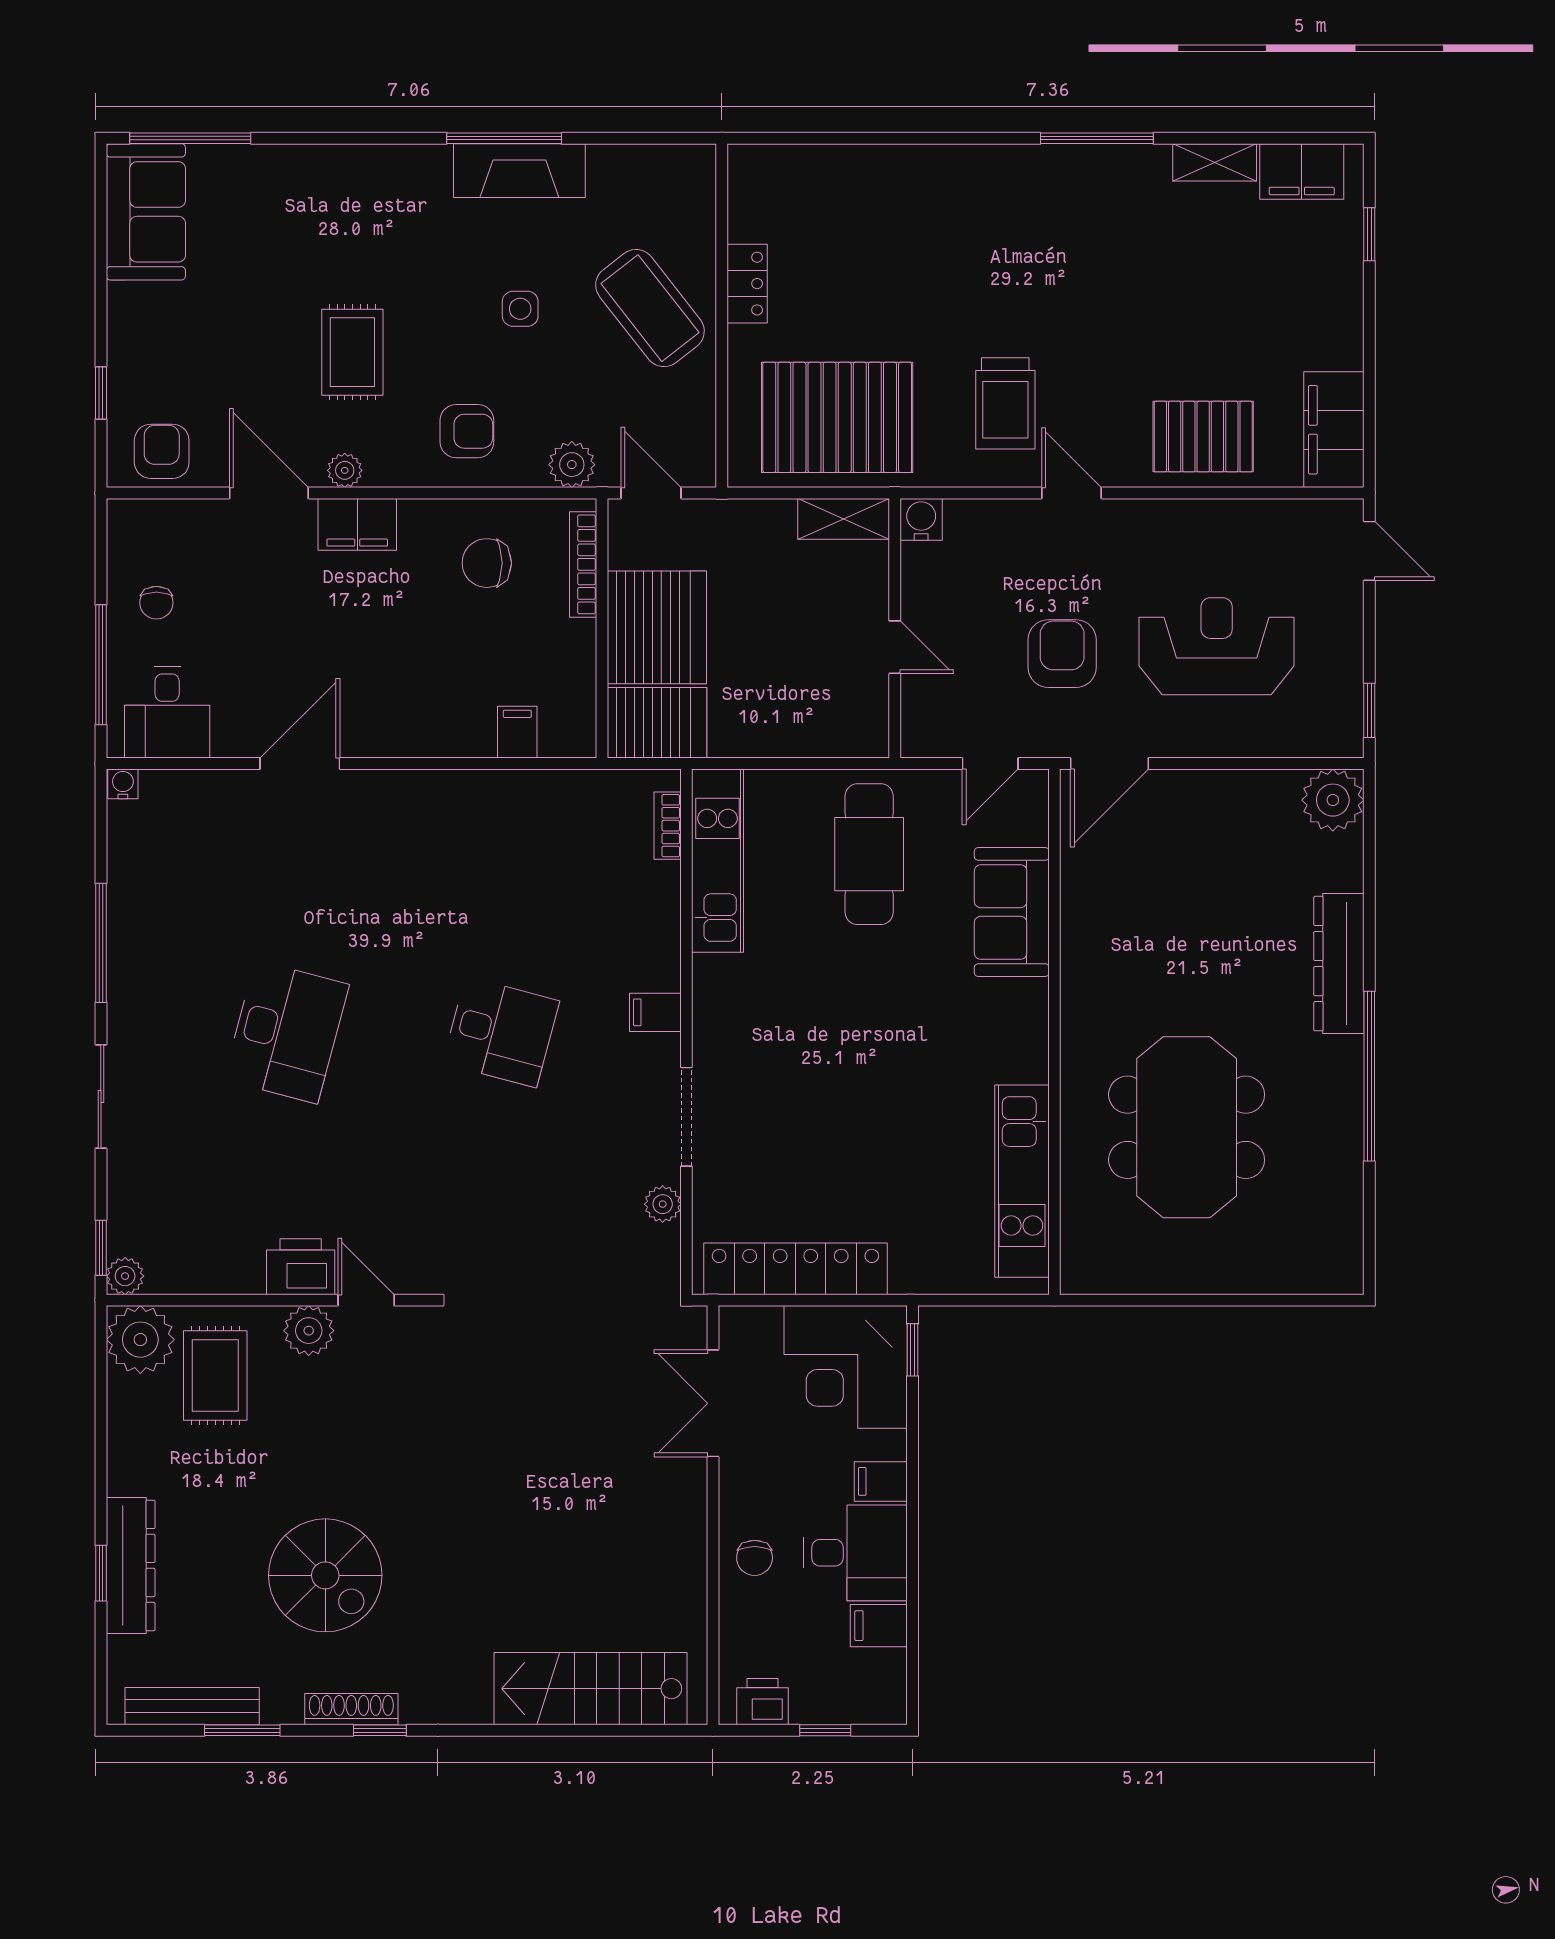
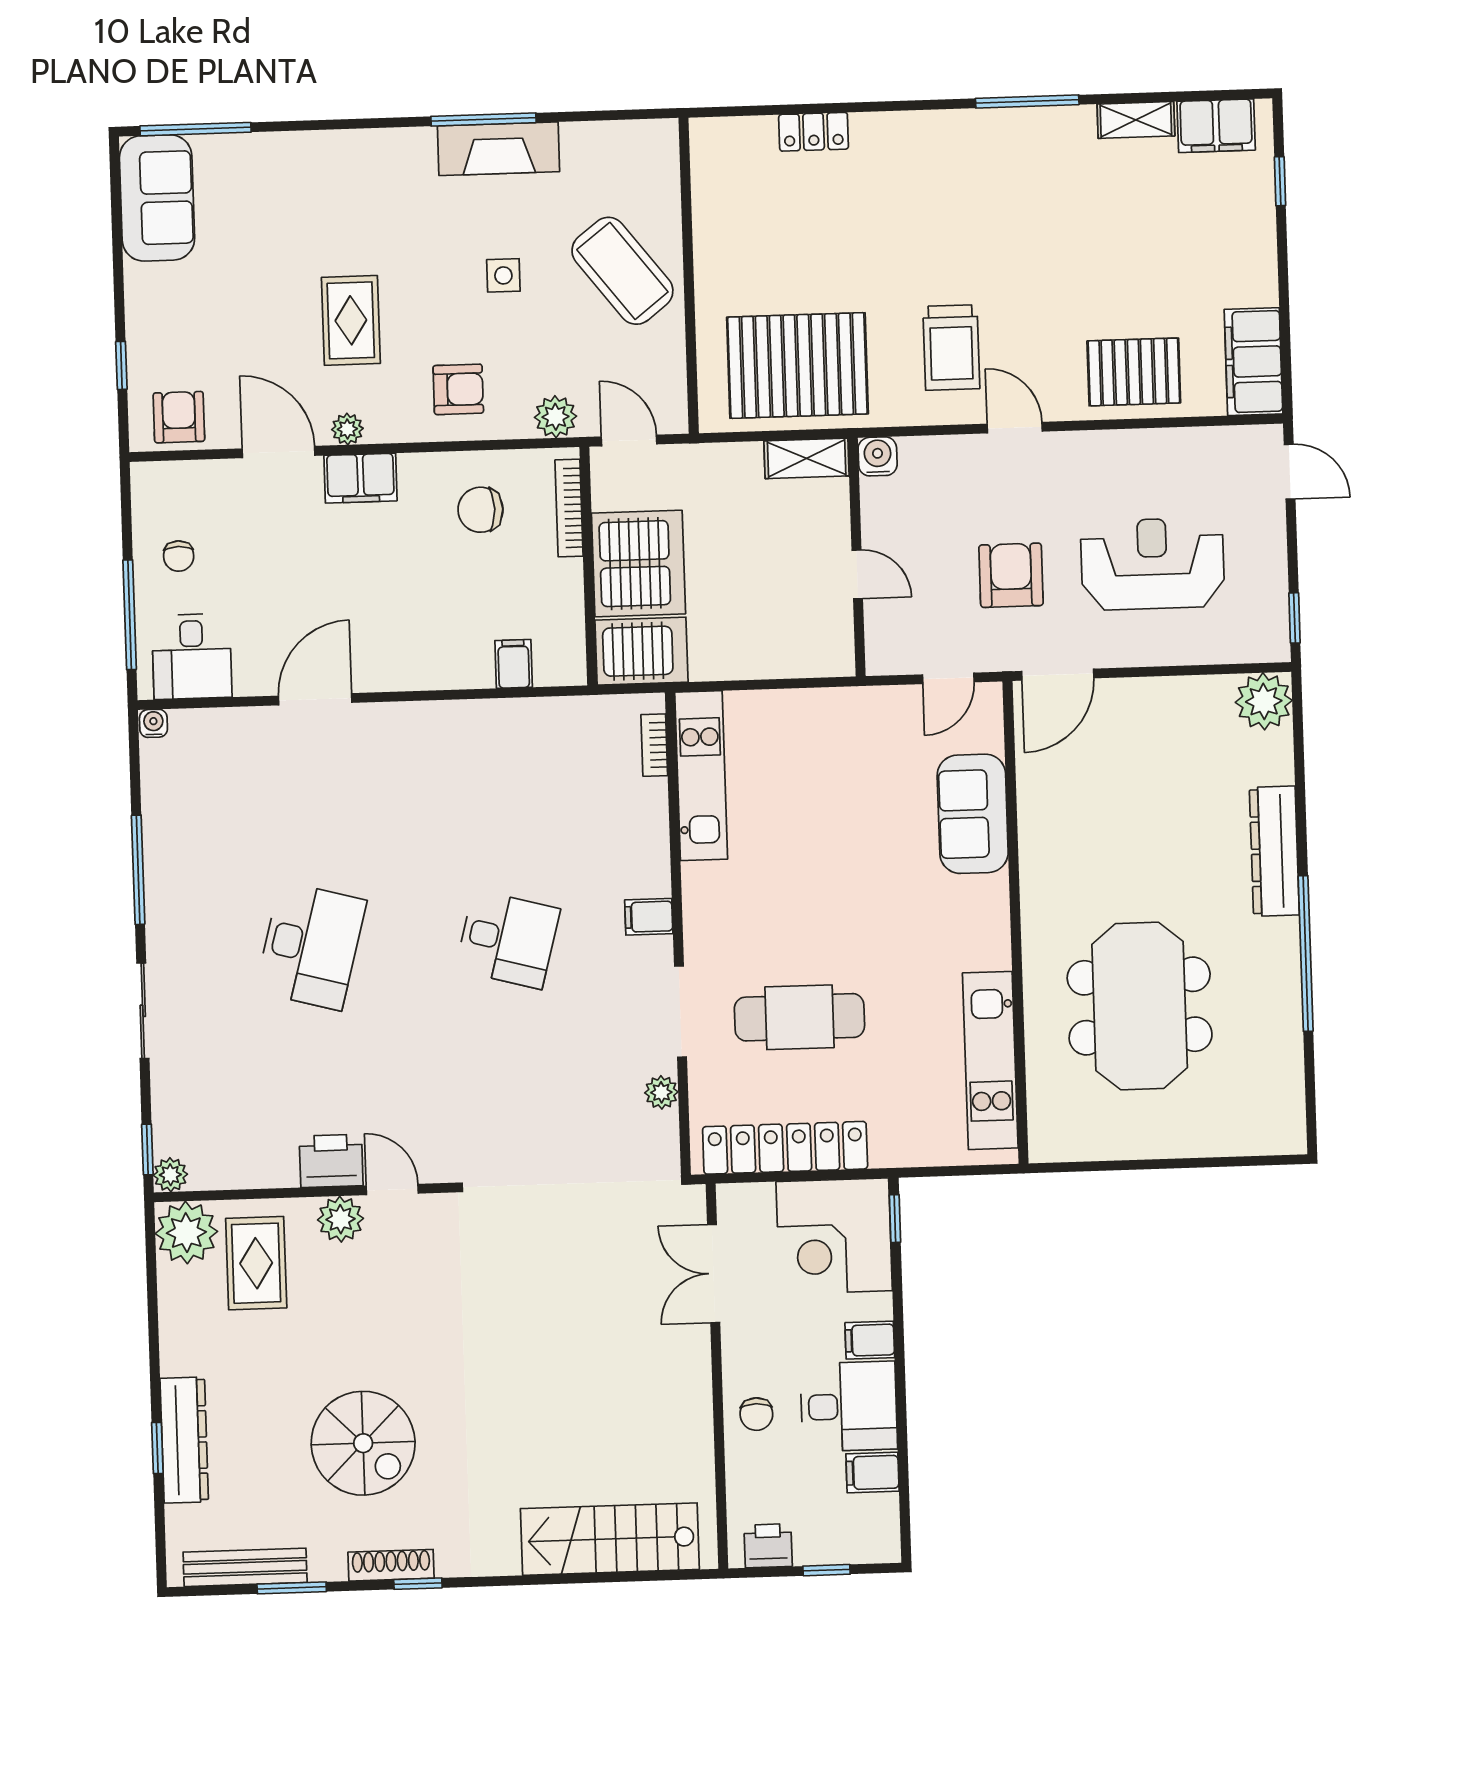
locker: (747, 284) -> (814, 132), moved, turned 90
cafe table: (869, 854) -> (799, 1017), moved, turned 90

